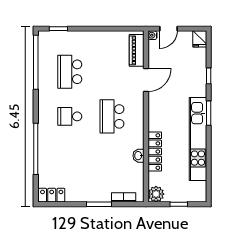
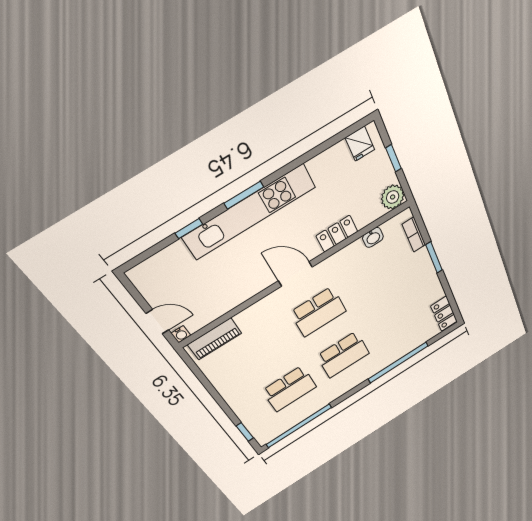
fridge: (200, 39) -> (360, 144), moved, turned 90
door: (146, 80) -> (295, 274), moved
school desk: (70, 116) -> (343, 355), width x1.85
kitchen unit: (198, 139) -> (250, 212), moved
locker: (155, 152) -> (337, 234), width x0.66
washbasin: (138, 156) -> (373, 237), moved

